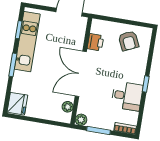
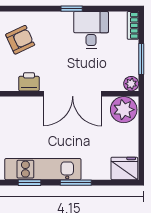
plant: (68, 107) -> (124, 110), width x1.88, depth x1.88

